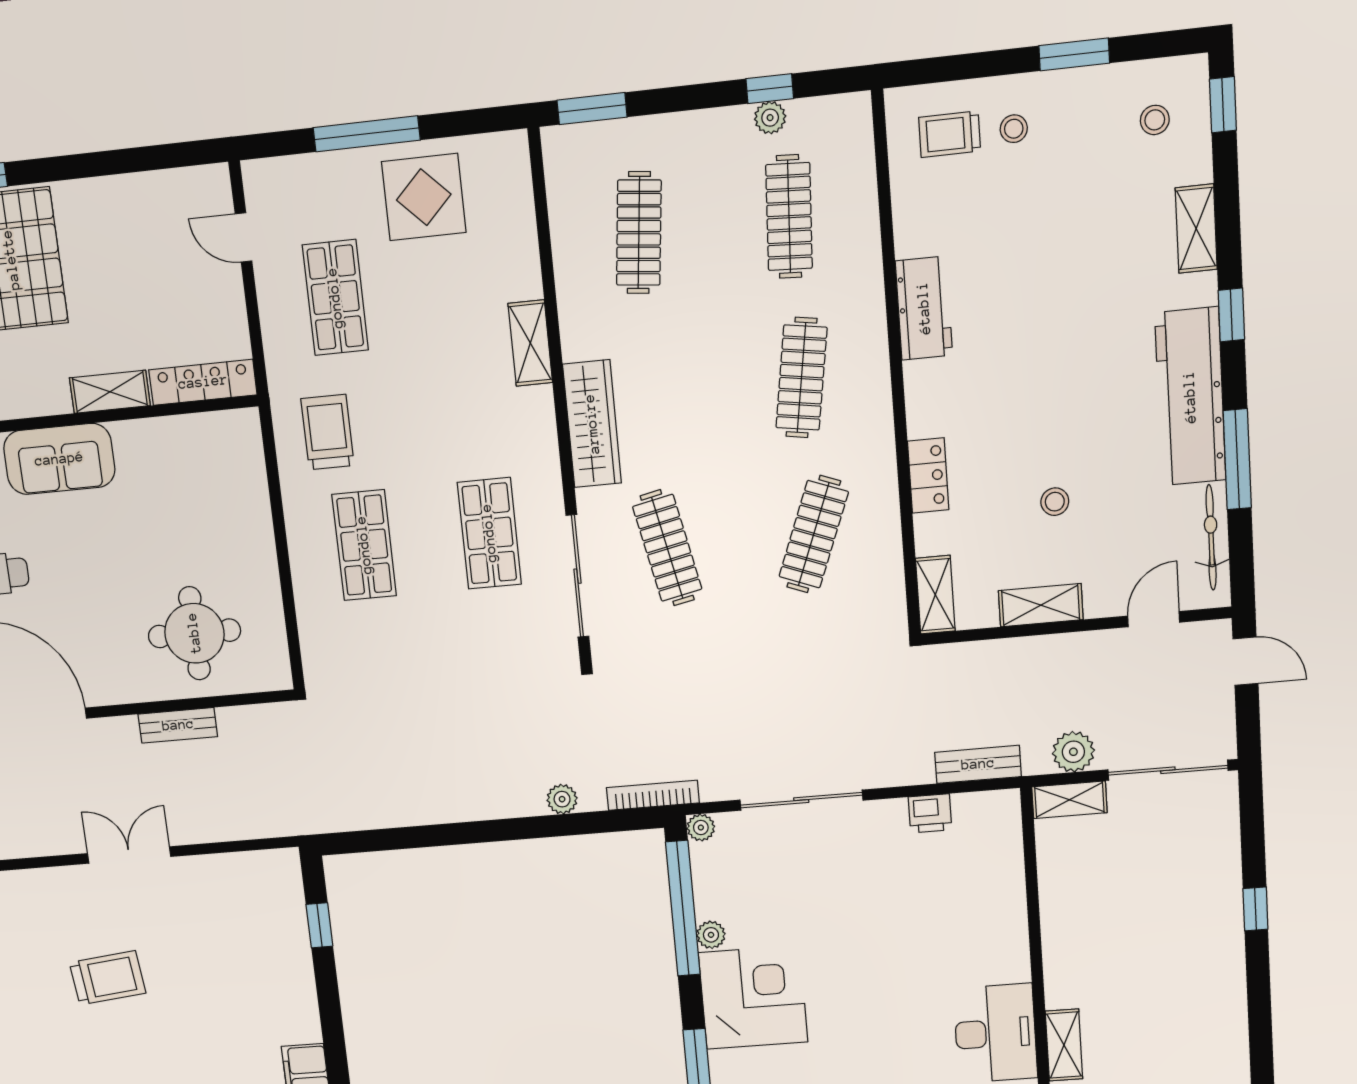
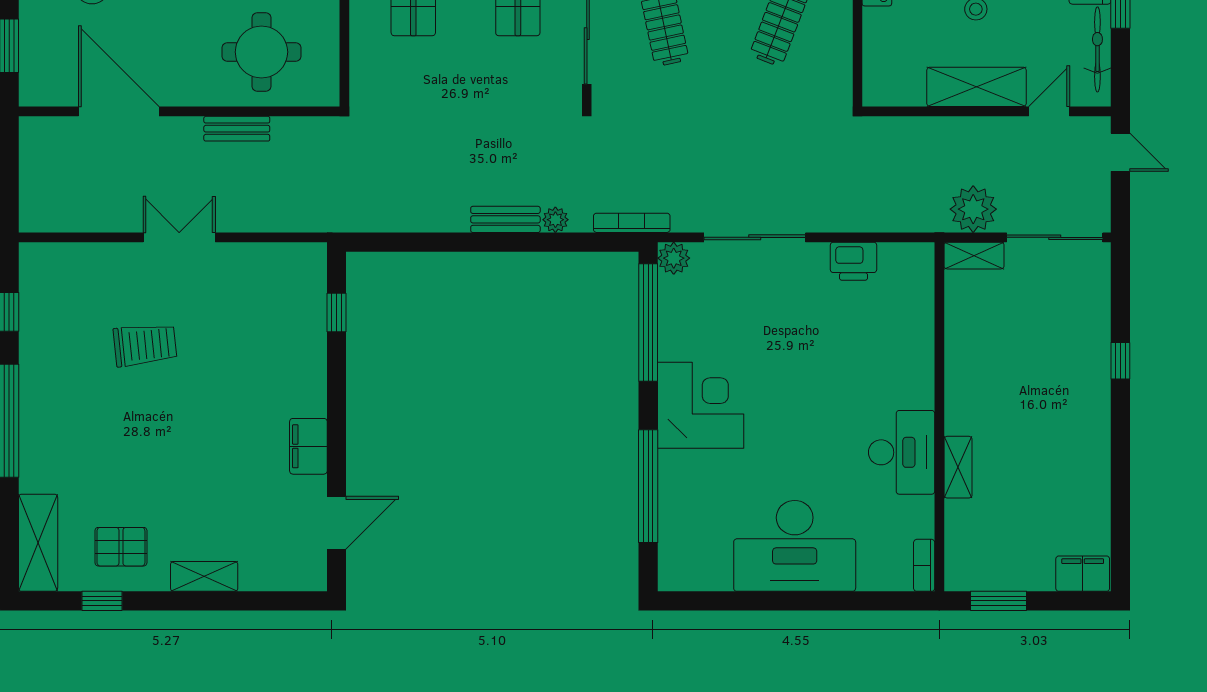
shelving: (935, 595) -> (876, 76), removed
shelving: (1041, 605) -> (977, 87), width x1.50, depth x1.33
plant: (1073, 752) -> (973, 209), width x1.36, depth x1.36
bench: (978, 764) -> (505, 219), moved
printer: (930, 813) -> (853, 261), width x1.36, depth x1.24
plant: (701, 828) -> (674, 258), width x1.38, depth x1.38
plant: (711, 935) -> (670, 347), removed

